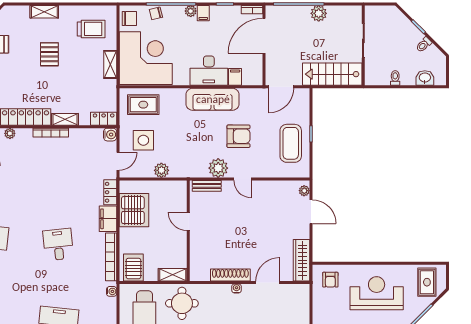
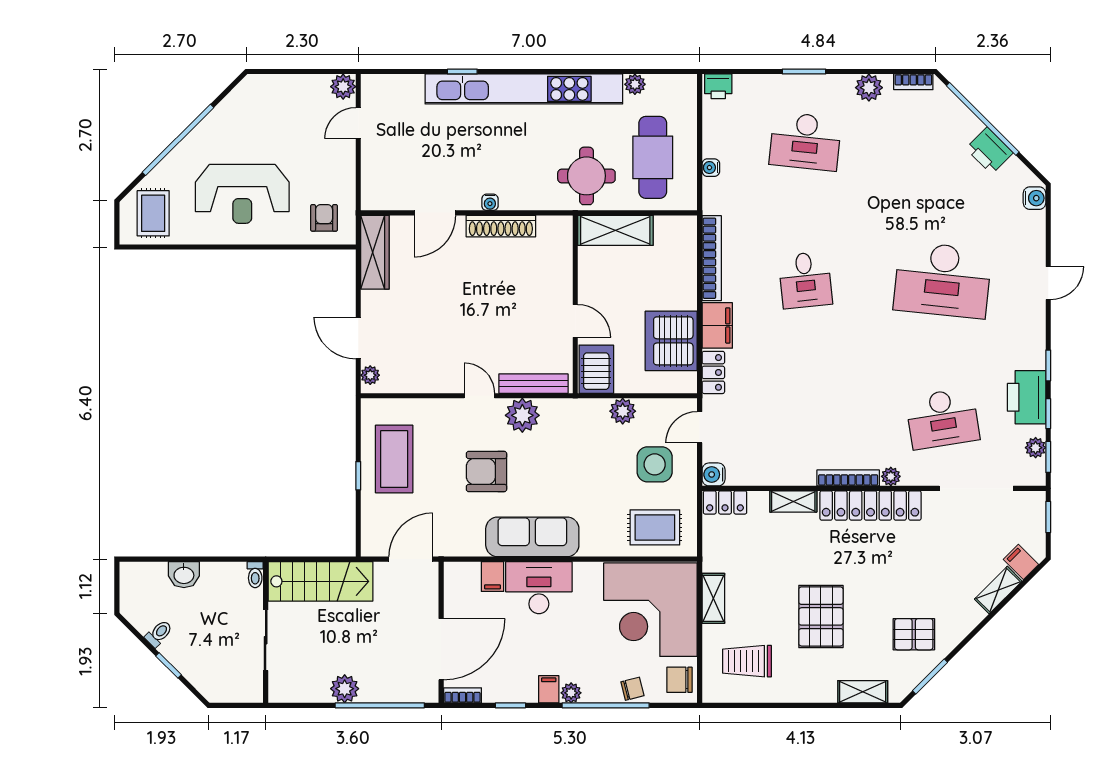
shelving: (44, 12) -> (863, 692), moved
pallet: (49, 54) -> (821, 616), width x1.50, depth x1.42
toilet: (395, 78) -> (255, 575), moved
washbasin: (425, 78) -> (184, 575), moved
bookcase: (51, 133) -> (848, 478), moved
bench: (207, 186) -> (533, 384), width x1.36
server rack: (133, 267) -> (596, 369), moved, turned 180
shelving: (173, 275) -> (615, 230), width x1.50, depth x1.33
water cooler: (112, 291) -> (711, 168), moved

